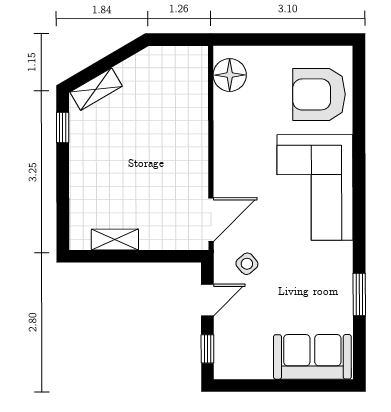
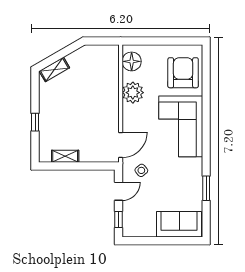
armchair: (319, 94) -> (183, 73), turned 90
window: (63, 127) -> (35, 122), moved
plant: (232, 129) -> (133, 93), added

